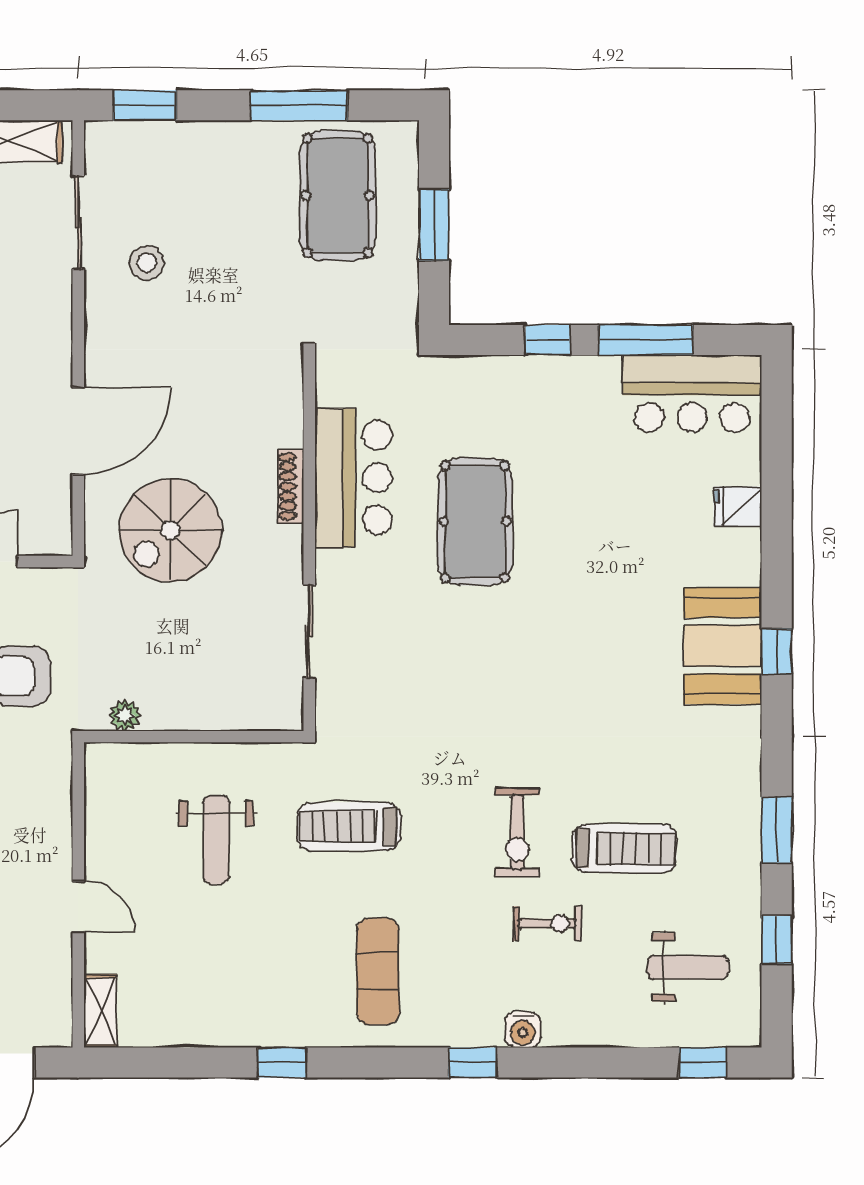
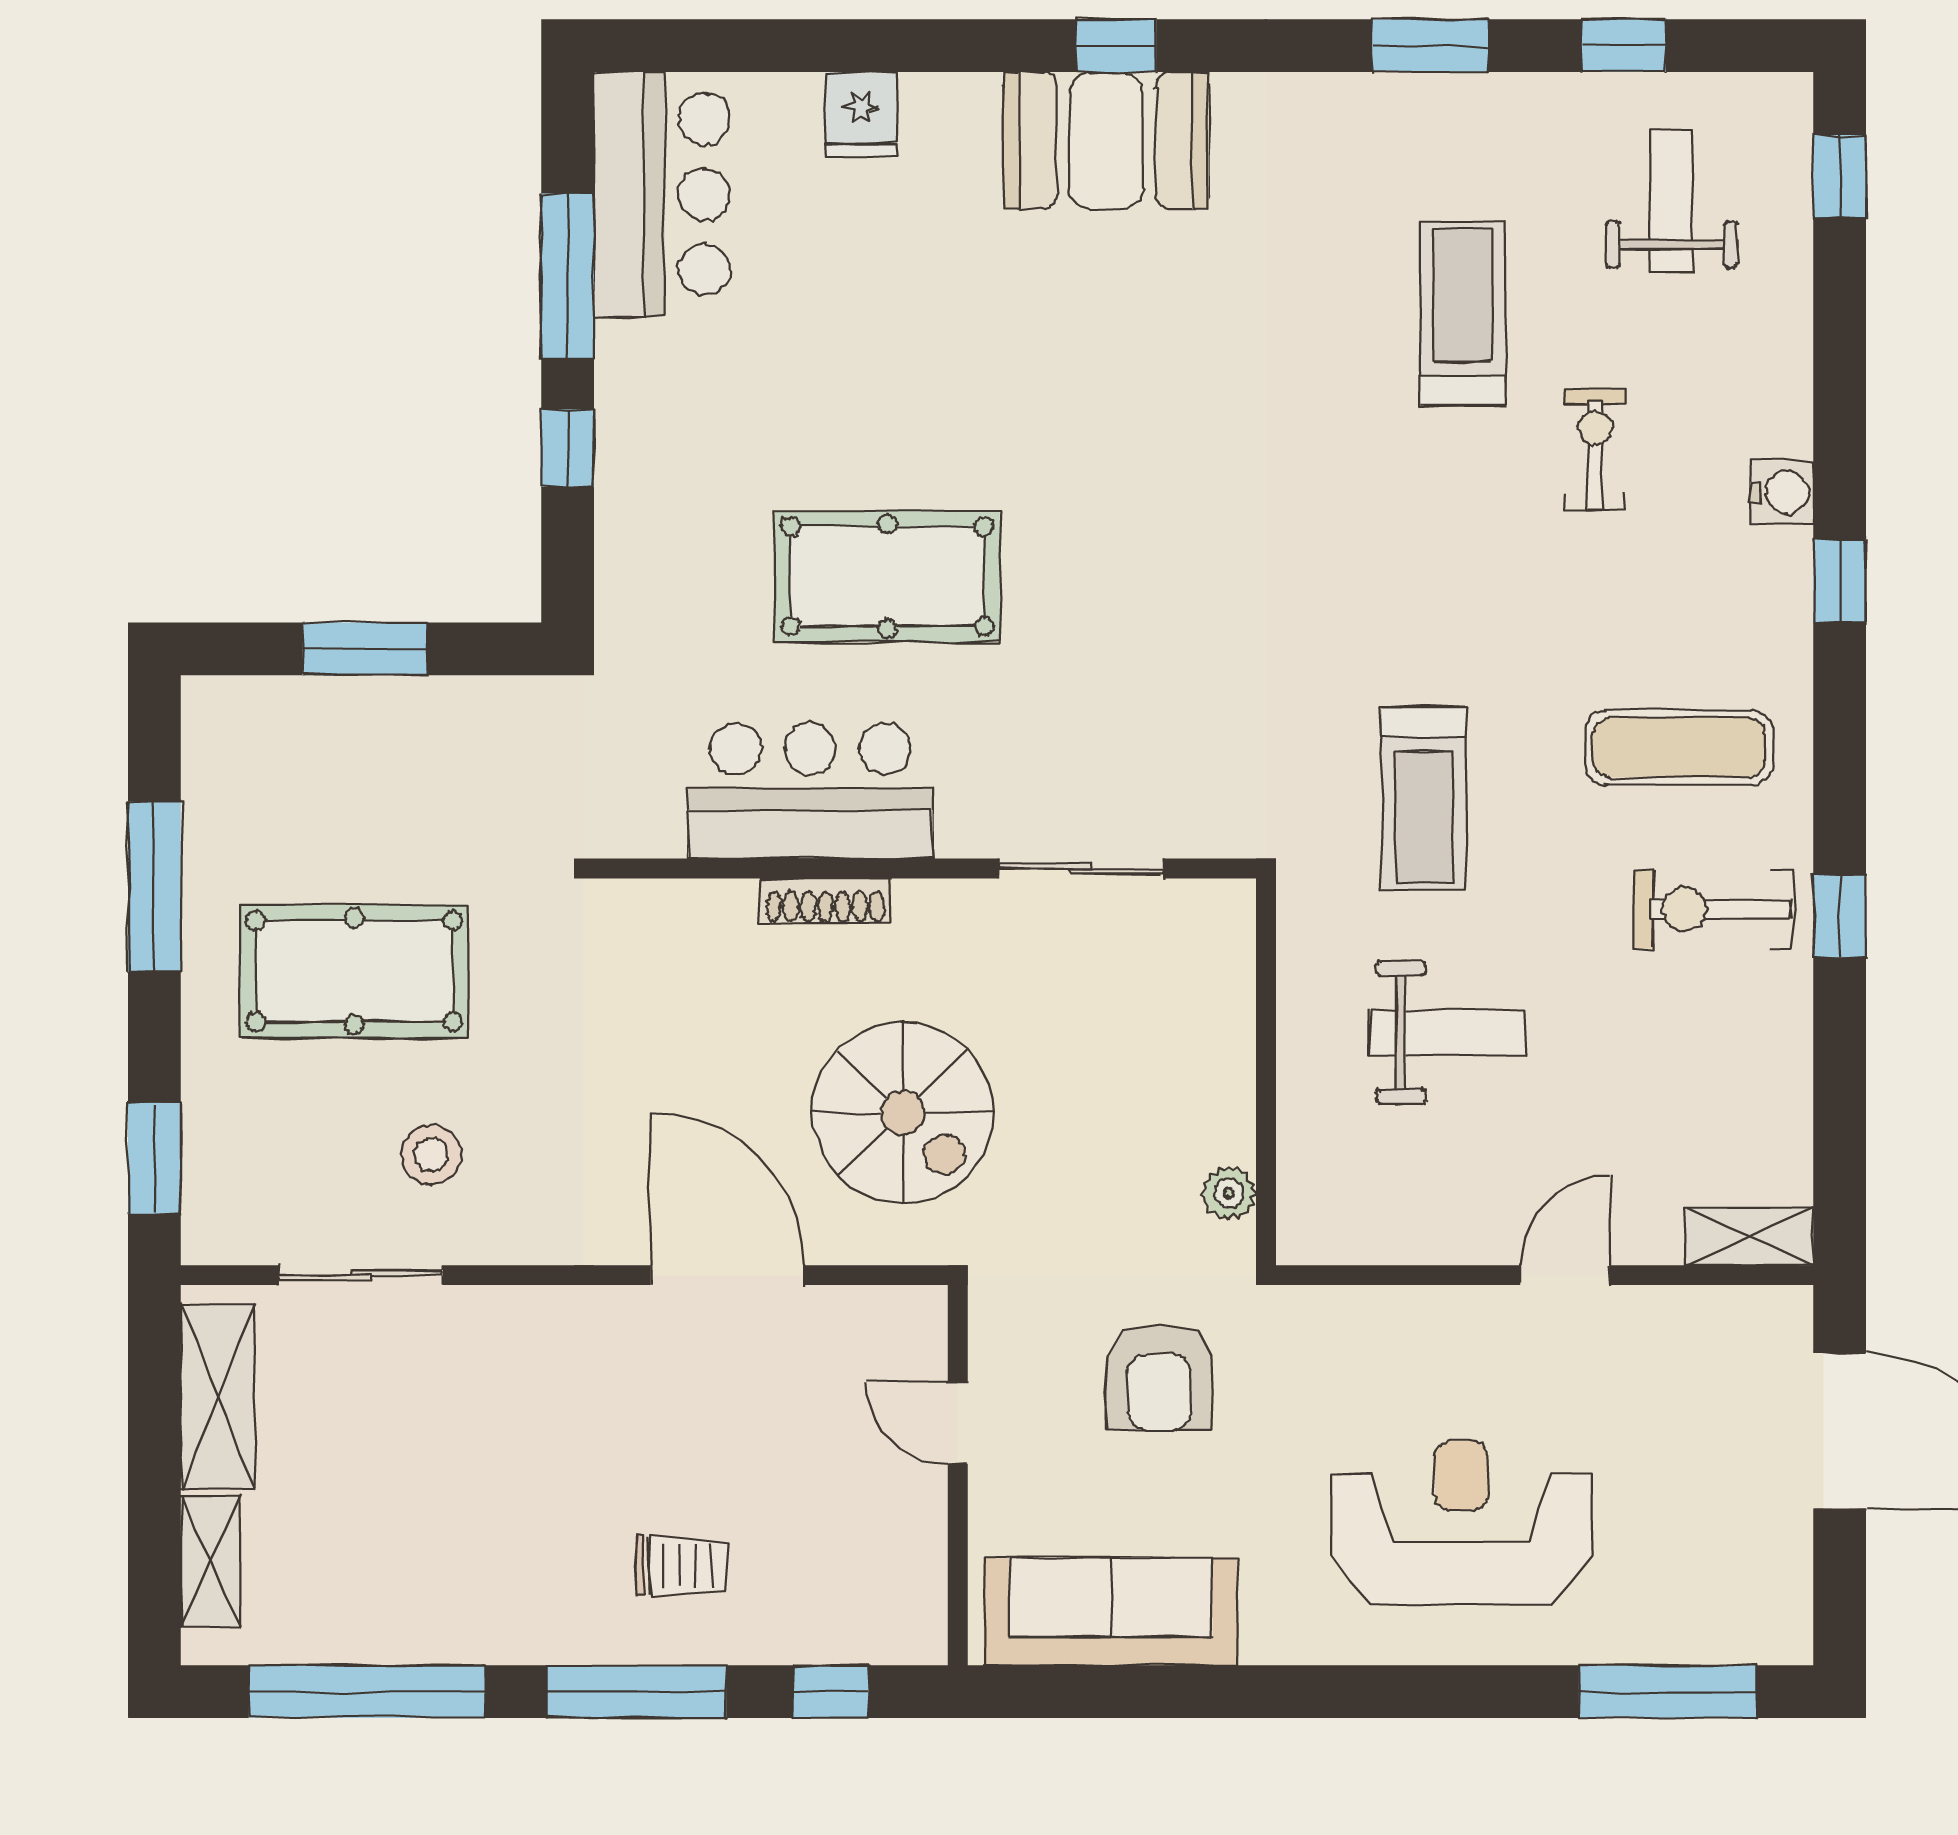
pool table: (338, 195) -> (354, 971), moved
exercise bike: (517, 833) -> (1713, 909), moved, turned 180

